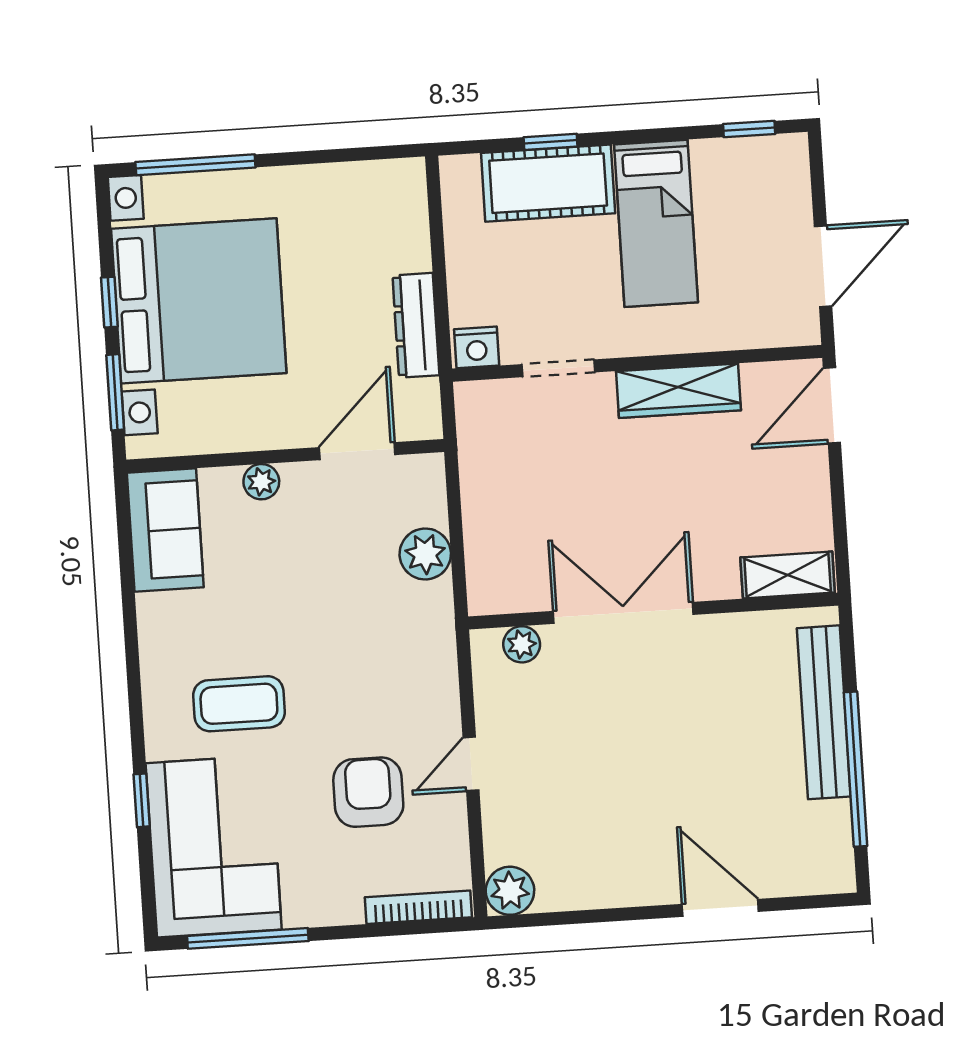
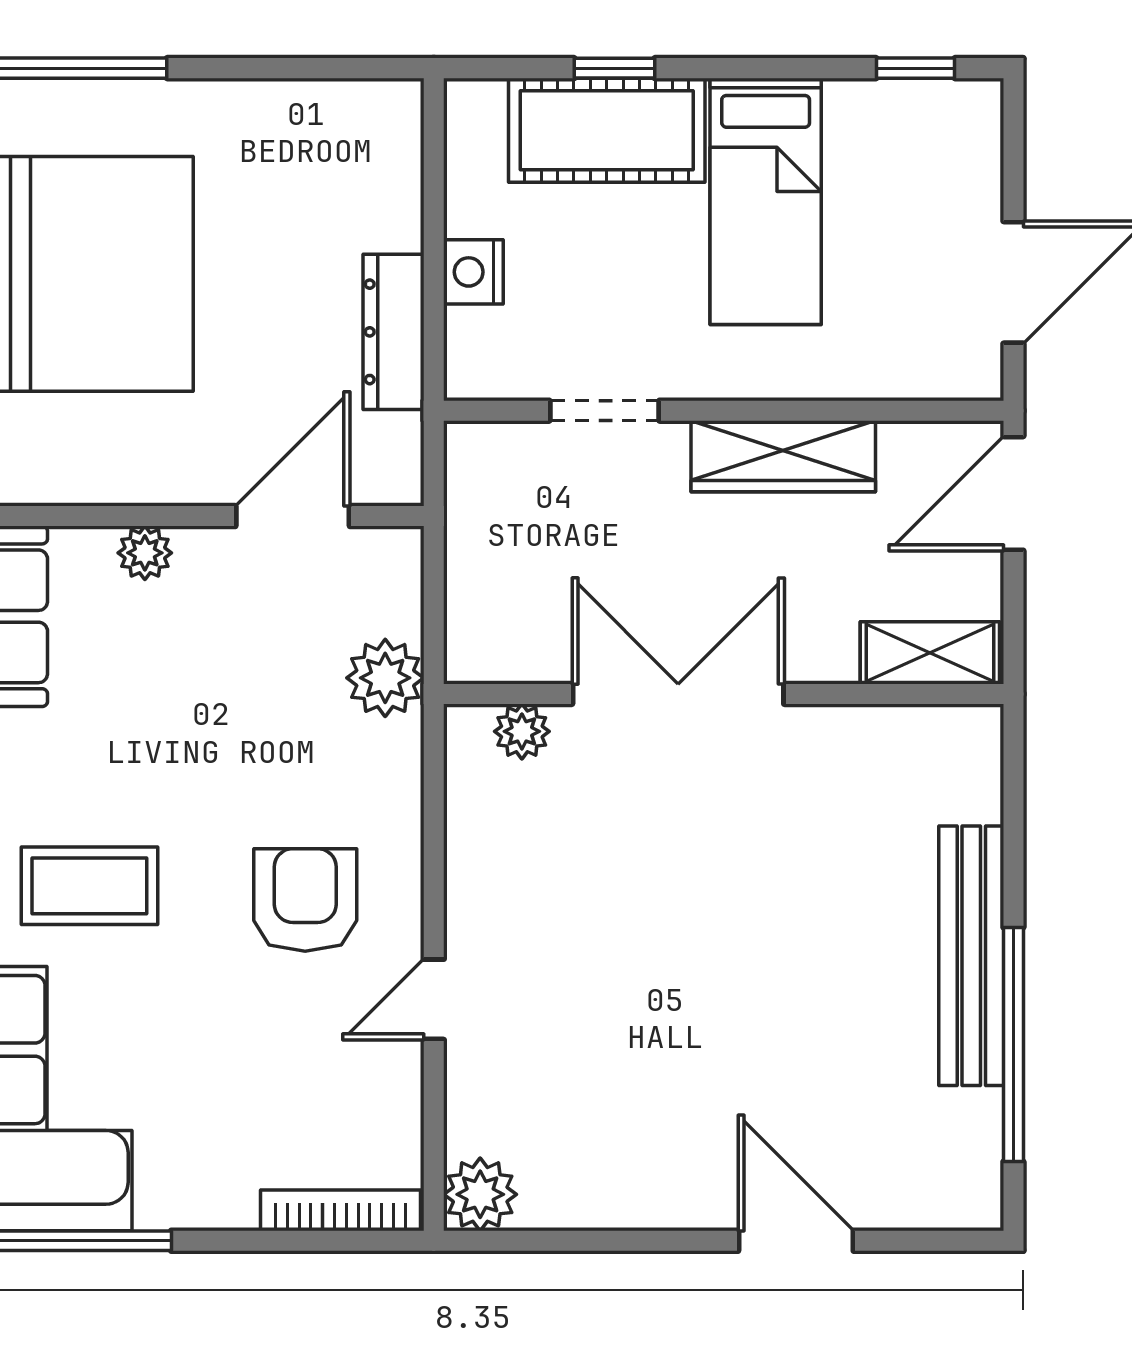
nightstand: (477, 347) -> (473, 272), moved, turned 90
shelving: (788, 575) -> (930, 653), moved
wall: (653, 611) -> (724, 694), moved
double door: (623, 613) -> (678, 694), moved
plant: (522, 644) -> (522, 731), moved
armchair: (368, 792) -> (305, 900), moved

